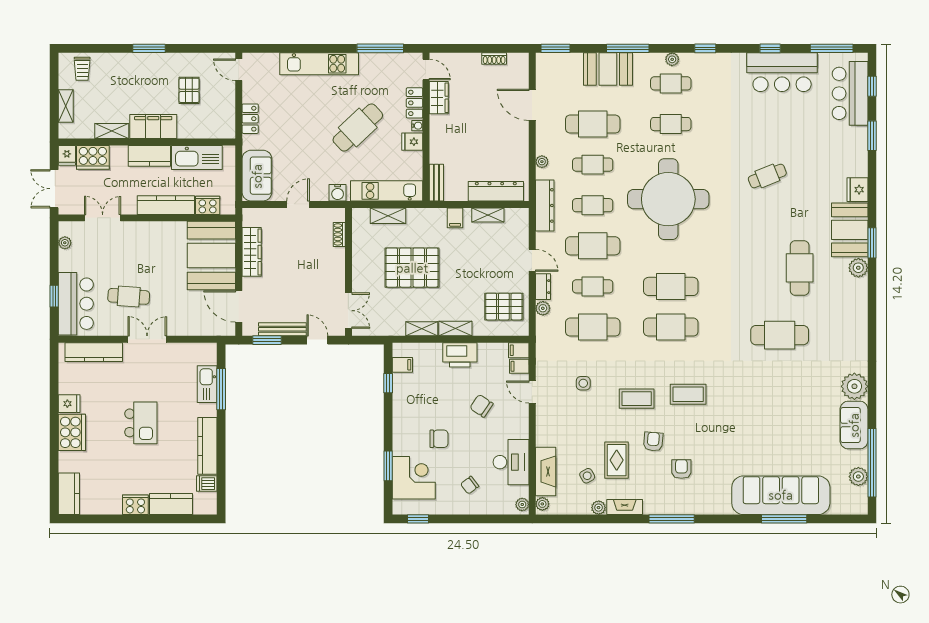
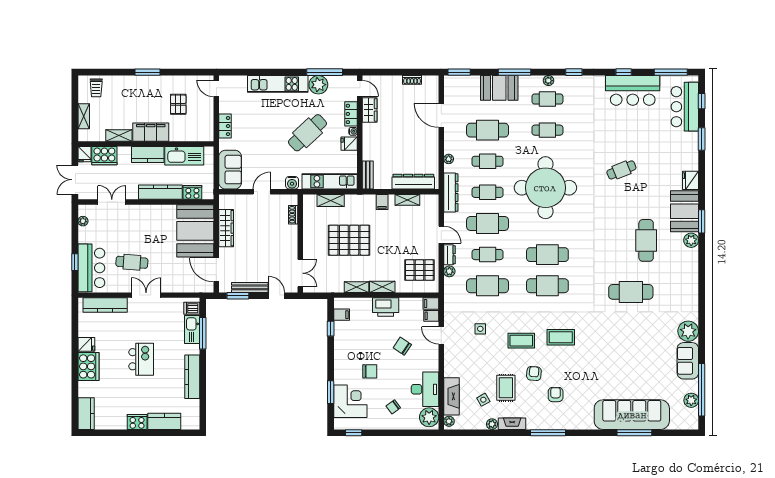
plant: (372, 65) -> (318, 85), added
dishwasher: (207, 484) -> (192, 308), moved
plant: (522, 504) -> (429, 417), width x1.88, depth x1.88

